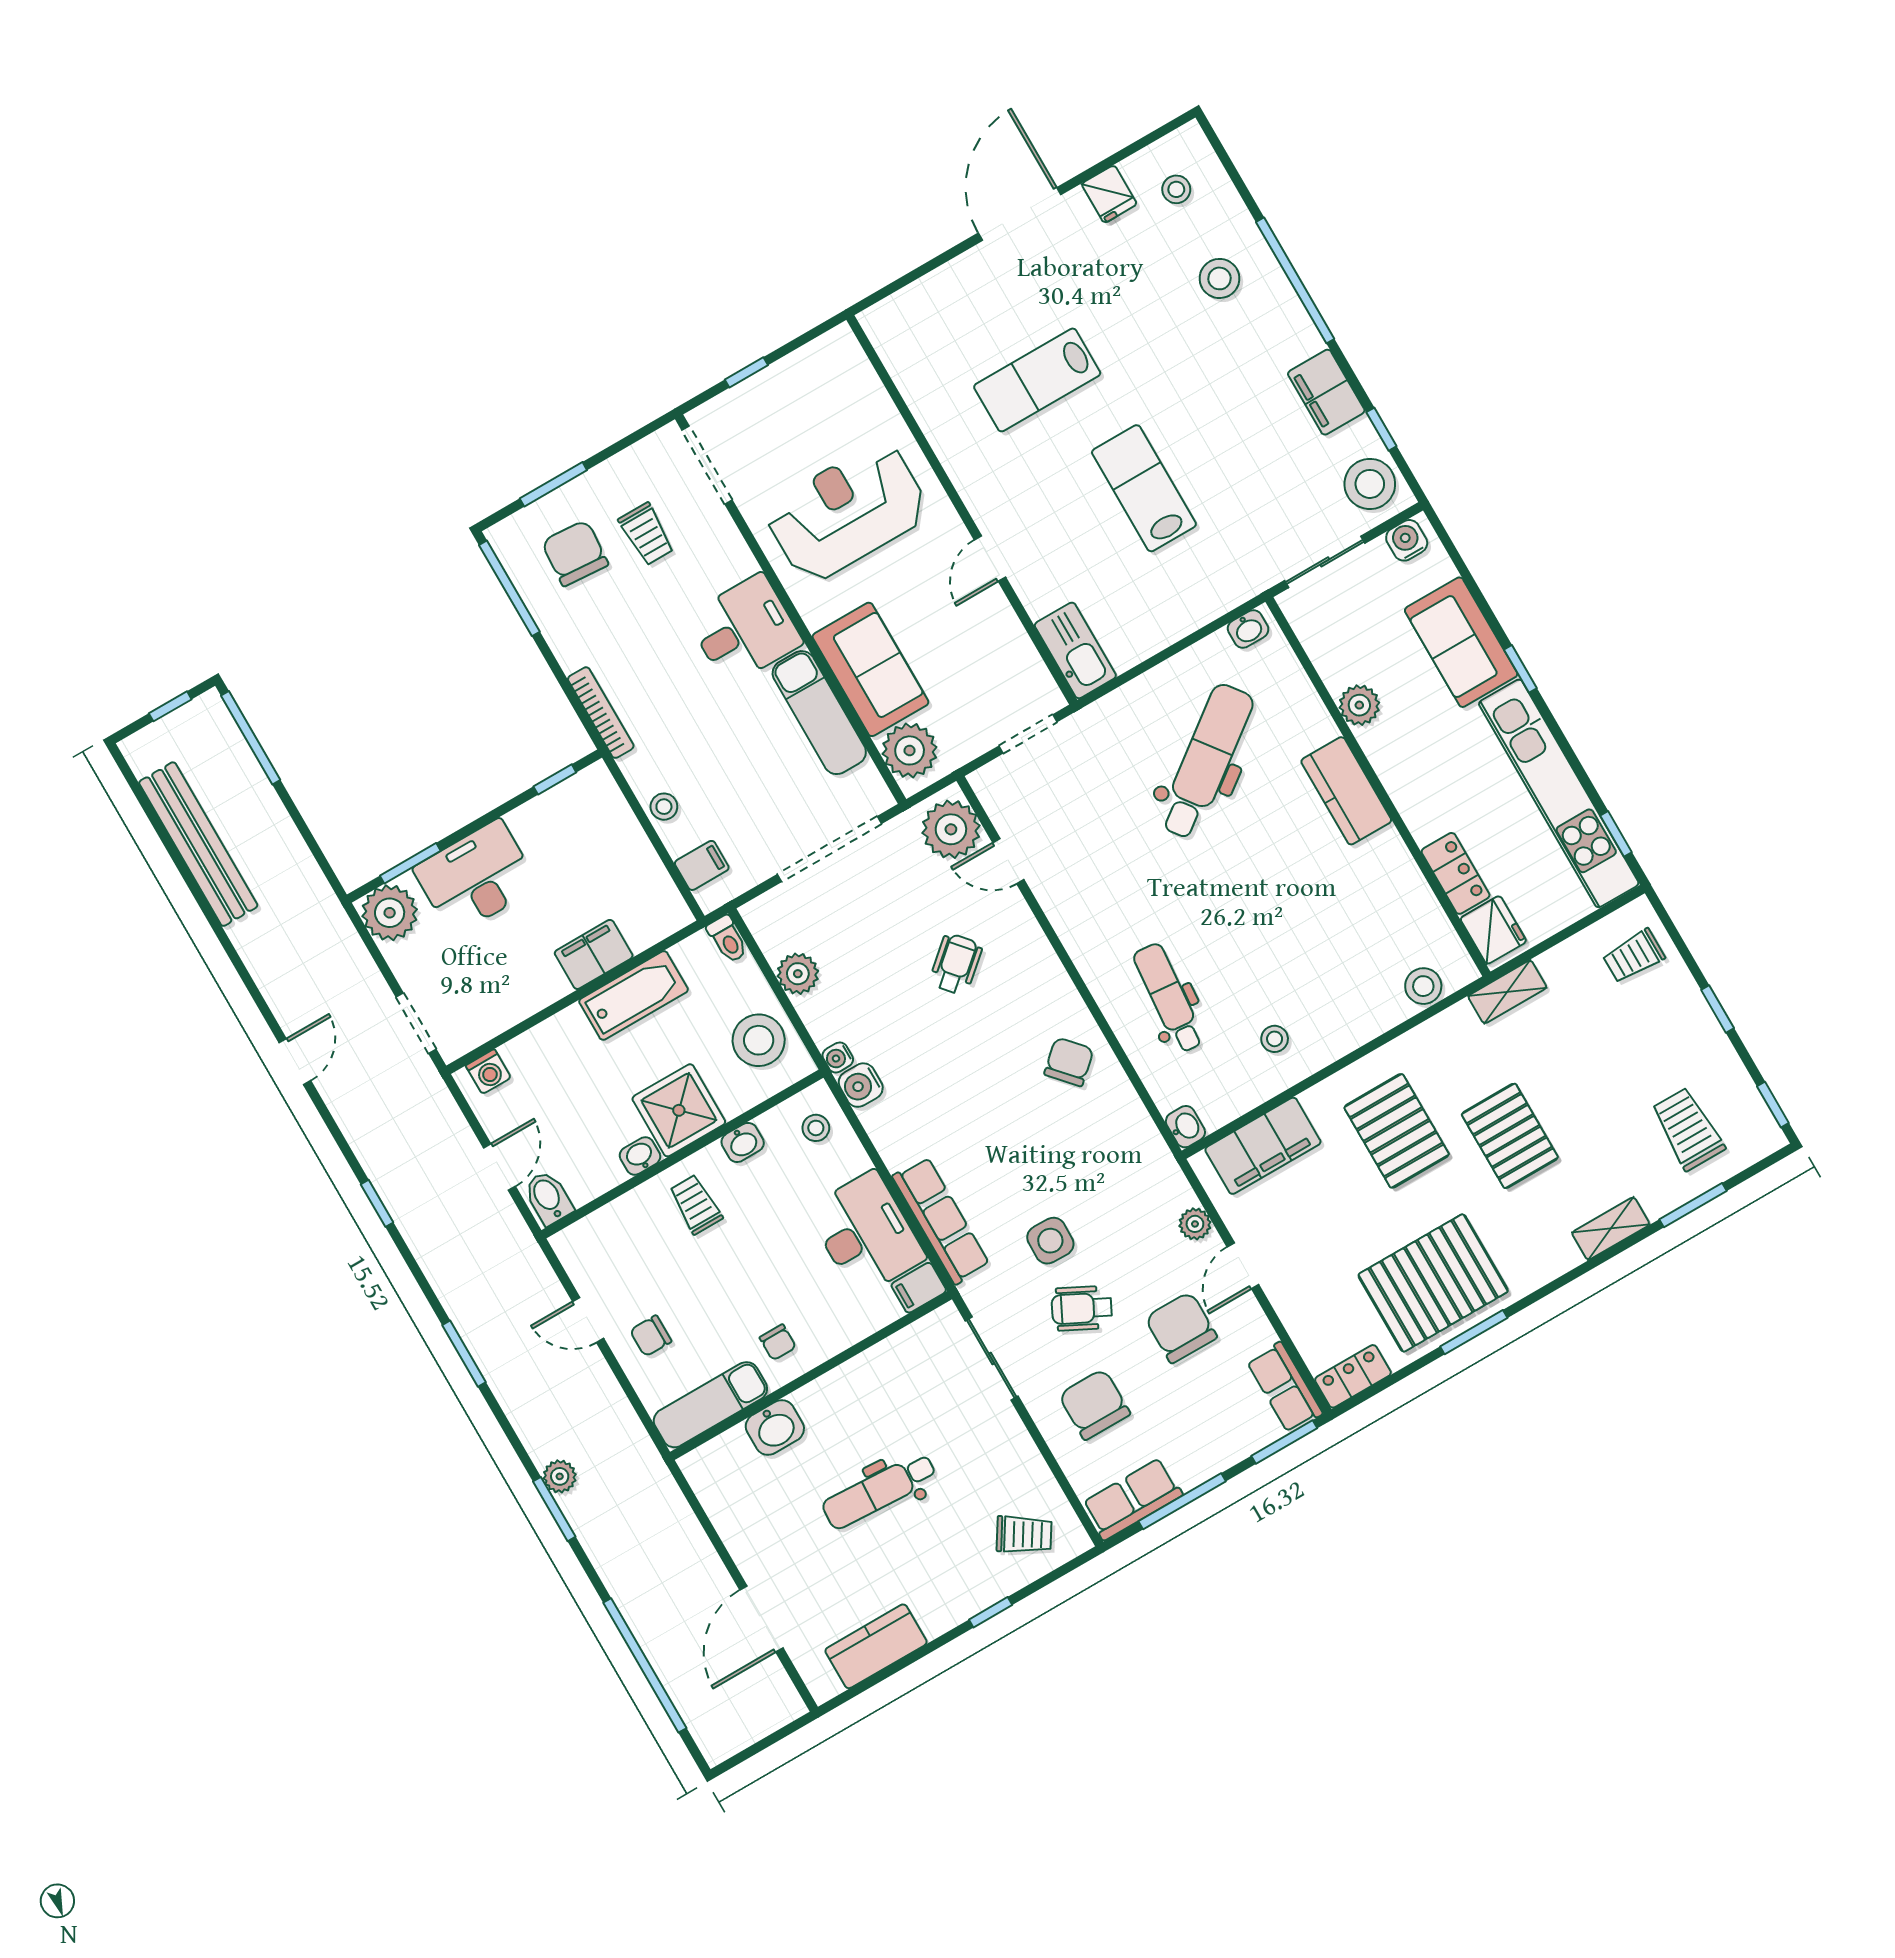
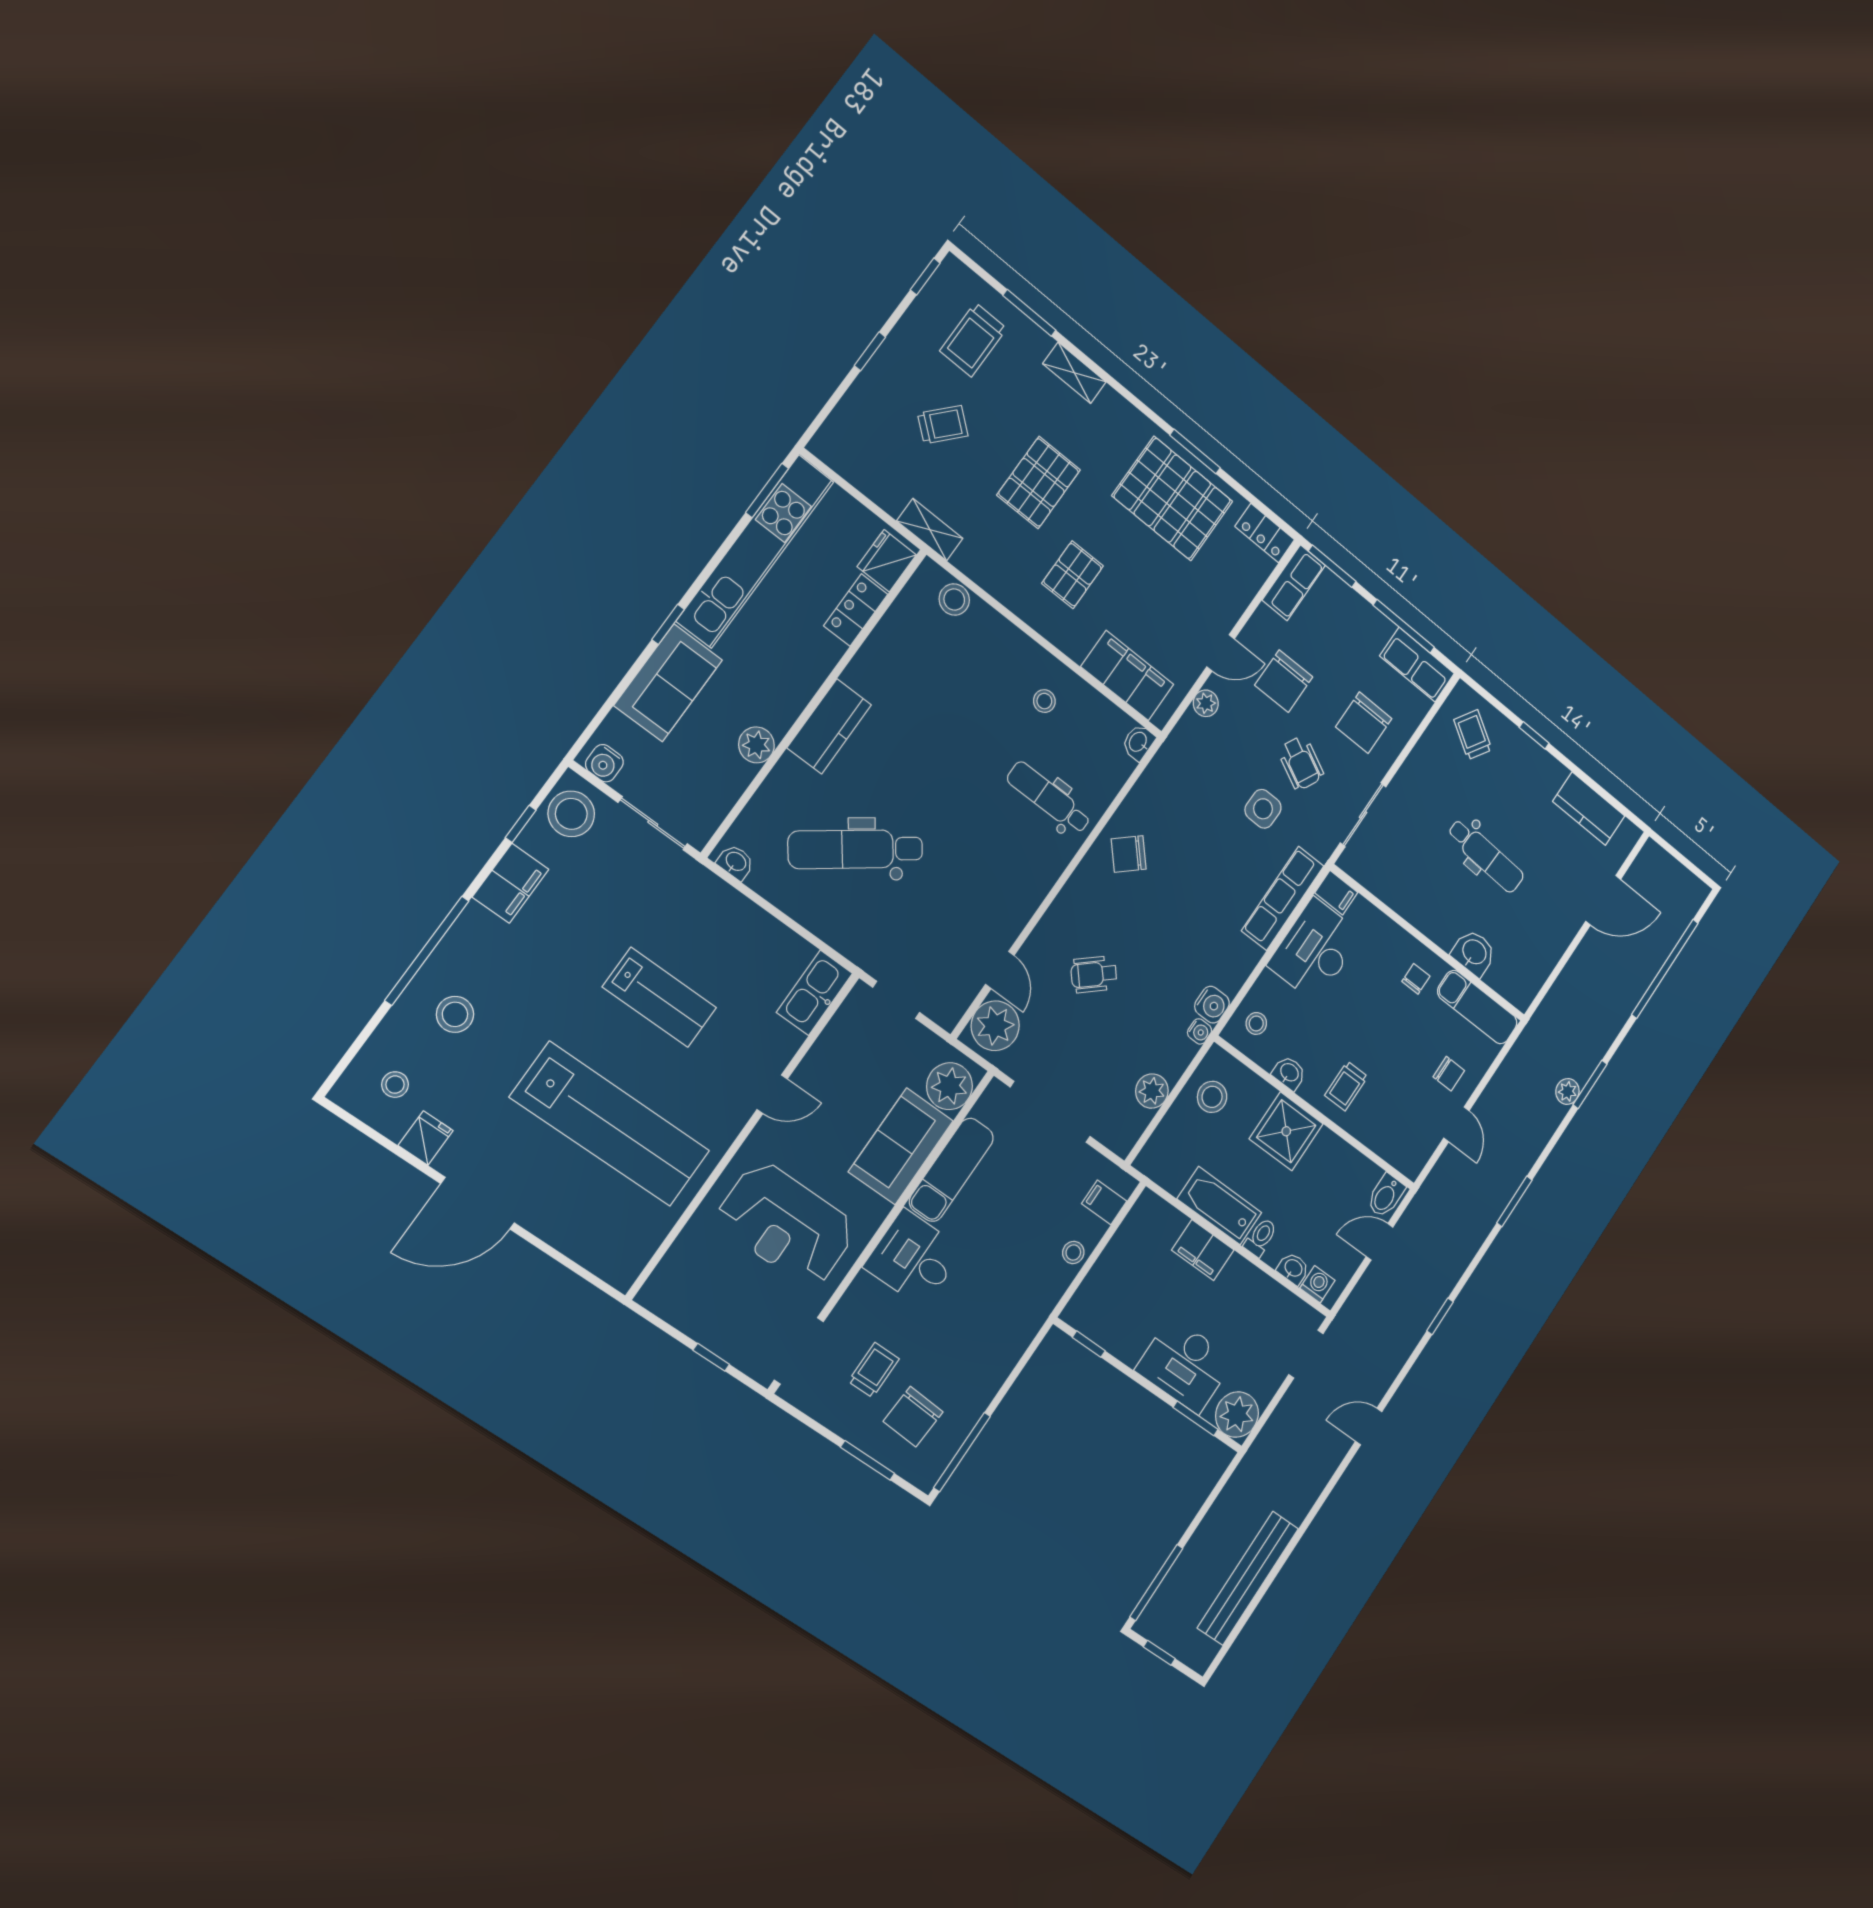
lab bench: (1037, 380) -> (610, 1124), width x1.86, depth x1.39
lab bench: (1144, 488) -> (660, 997), turned -90
bookcase: (601, 713) -> (1025, 1335), removed
window: (1616, 834) -> (767, 490), width x1.50
toilet: (727, 939) -> (1261, 1237), moved
trolley: (1634, 956) -> (943, 425), moved, turned -49
dental chair: (1169, 998) -> (1049, 798), turned 85
stool: (759, 1040) -> (1212, 1097), width x0.73, depth x0.73
pallet: (1397, 1131) -> (1073, 575), width x0.67, depth x0.71
washbasin: (640, 1156) -> (1293, 1268), moved, turned 180

